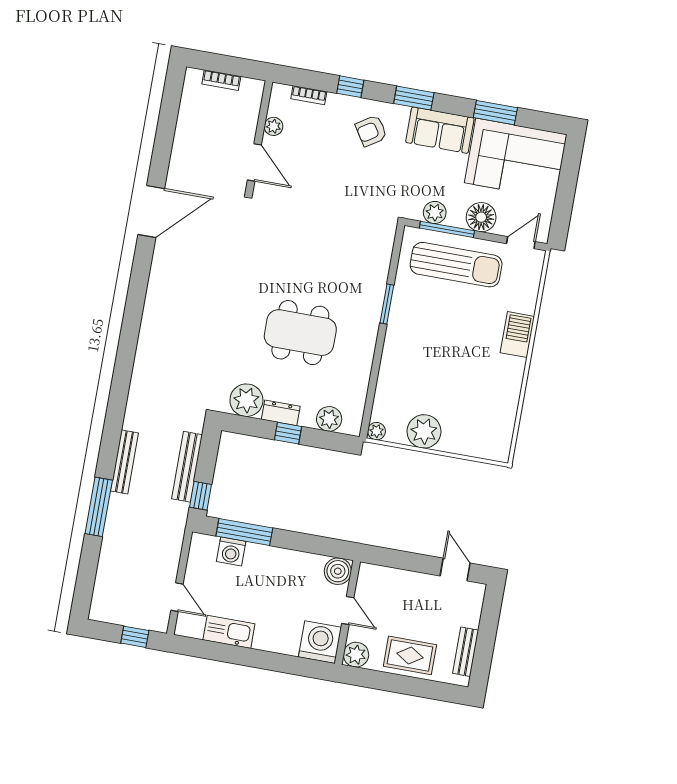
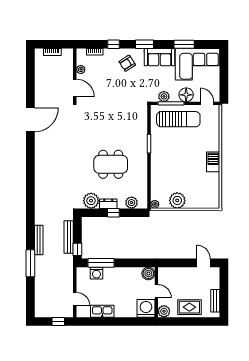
door: (521, 243) -> (207, 103), hinge flipped
barbecue: (517, 335) -> (213, 162), moved

